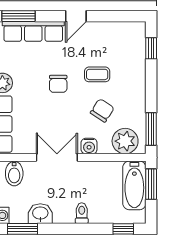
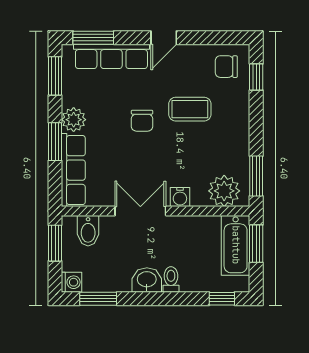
coffee table: (97, 74) -> (190, 109), width x1.36, depth x1.30
chair: (102, 110) -> (226, 67), moved, turned -123
washbasin: (40, 214) -> (147, 280), moved

